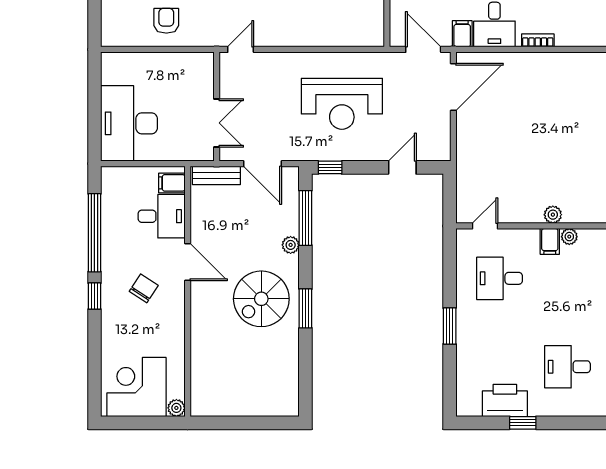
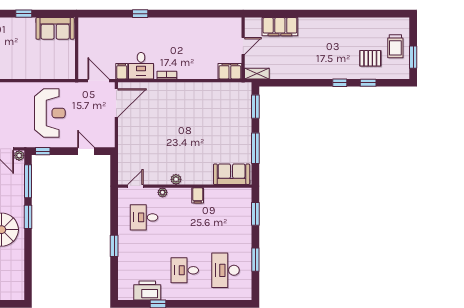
reception desk: (342, 104) -> (50, 113), turned -90
door: (402, 167) -> (86, 151), hinge flipped
plant: (569, 237) -> (163, 192), moved
filing cabinet: (550, 241) -> (198, 195), moved
plant: (291, 245) -> (19, 155), moved
window: (305, 308) -> (28, 217), moved

